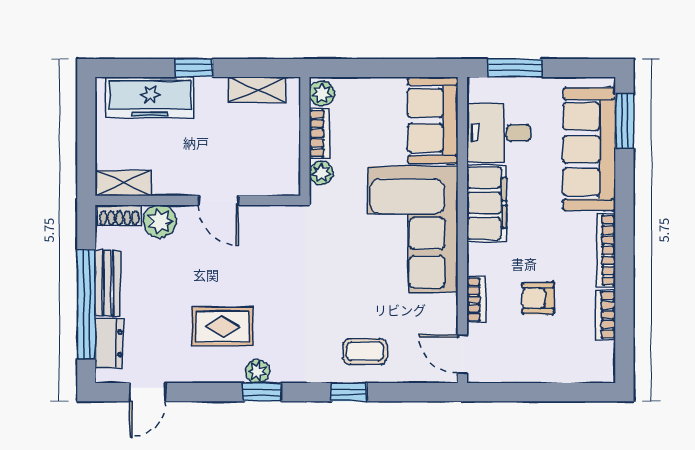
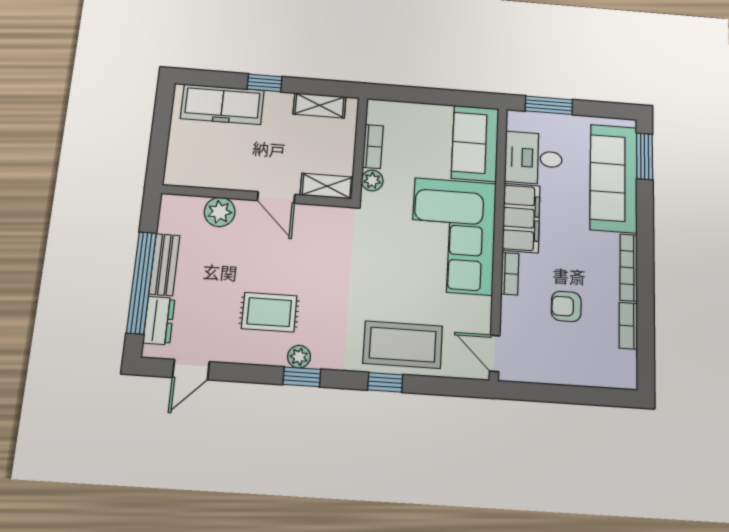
plant: (322, 93) -> (377, 113), removed
shelving: (123, 183) -> (327, 186), moved
shoe rack: (119, 215) -> (182, 204), removed
bookcase: (476, 299) -> (510, 274), moved
coffee table: (365, 351) -> (403, 345), width x1.86, depth x1.72

